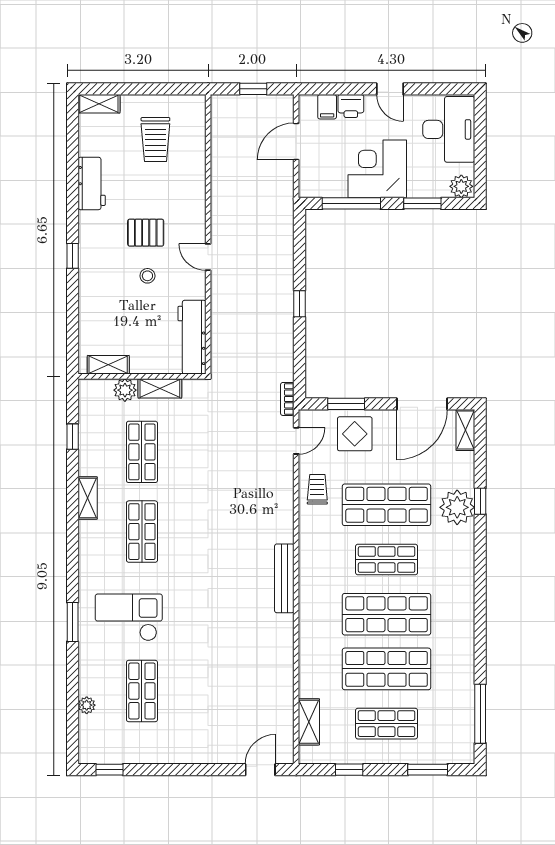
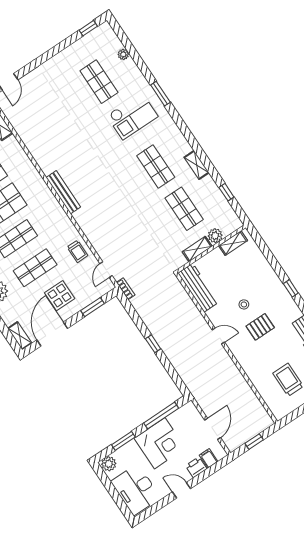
display table: (355, 434) -> (60, 296), moved
shop shelf: (387, 505) -> (35, 268), width x0.70, depth x0.74

